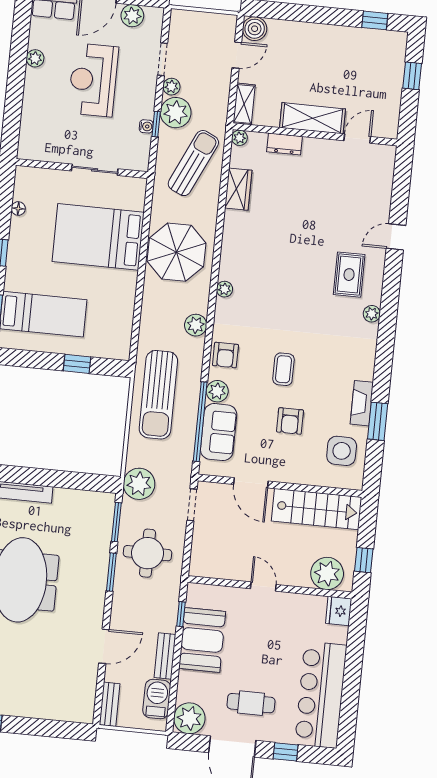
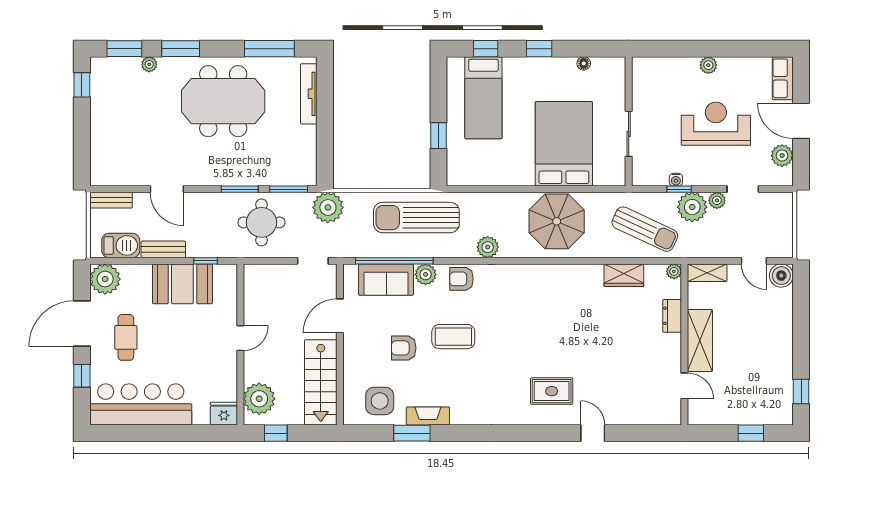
plant: (35, 58) -> (708, 65), moved
plant: (225, 289) -> (525, 272), removed
plant: (372, 314) -> (516, 417), removed
coffee table: (283, 369) -> (453, 337), width x1.36, depth x1.30

